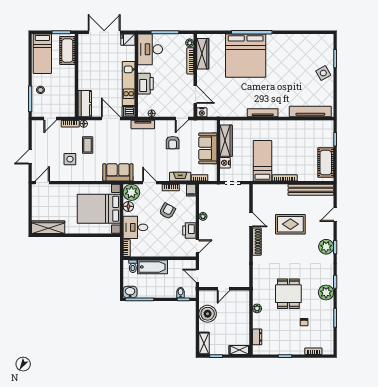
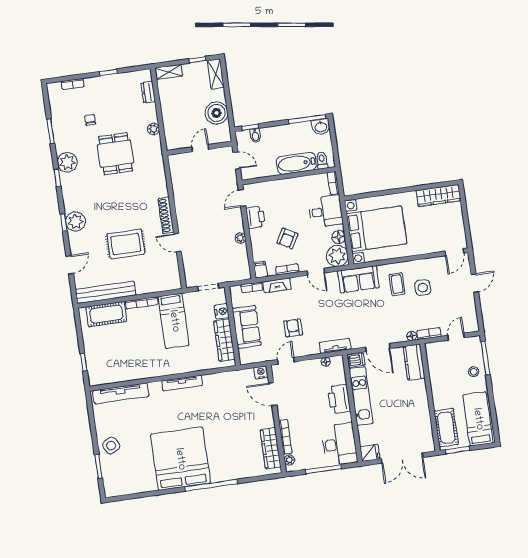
bed: (246, 56) -> (180, 459), moved
coffee table: (88, 145) -> (397, 284), moved
cot: (326, 163) -> (106, 314), moved, turned 90

